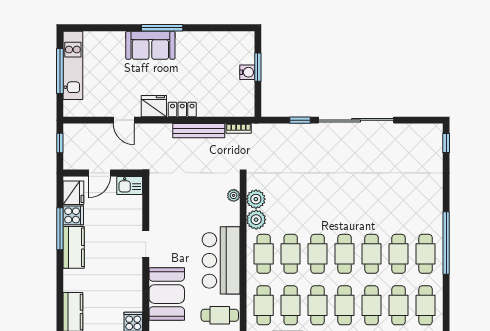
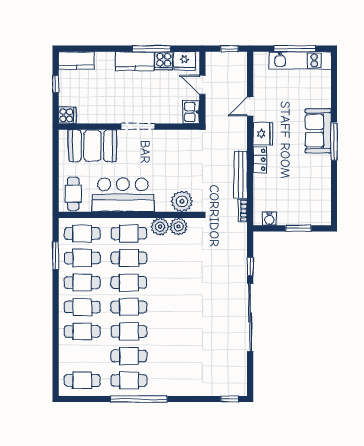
water cooler: (247, 72) -> (269, 219), moved
plant: (234, 195) -> (182, 201), width x1.88, depth x1.88
doorway: (146, 244) -> (138, 127), width x1.38
cafe table: (399, 305) -> (82, 356), removed

